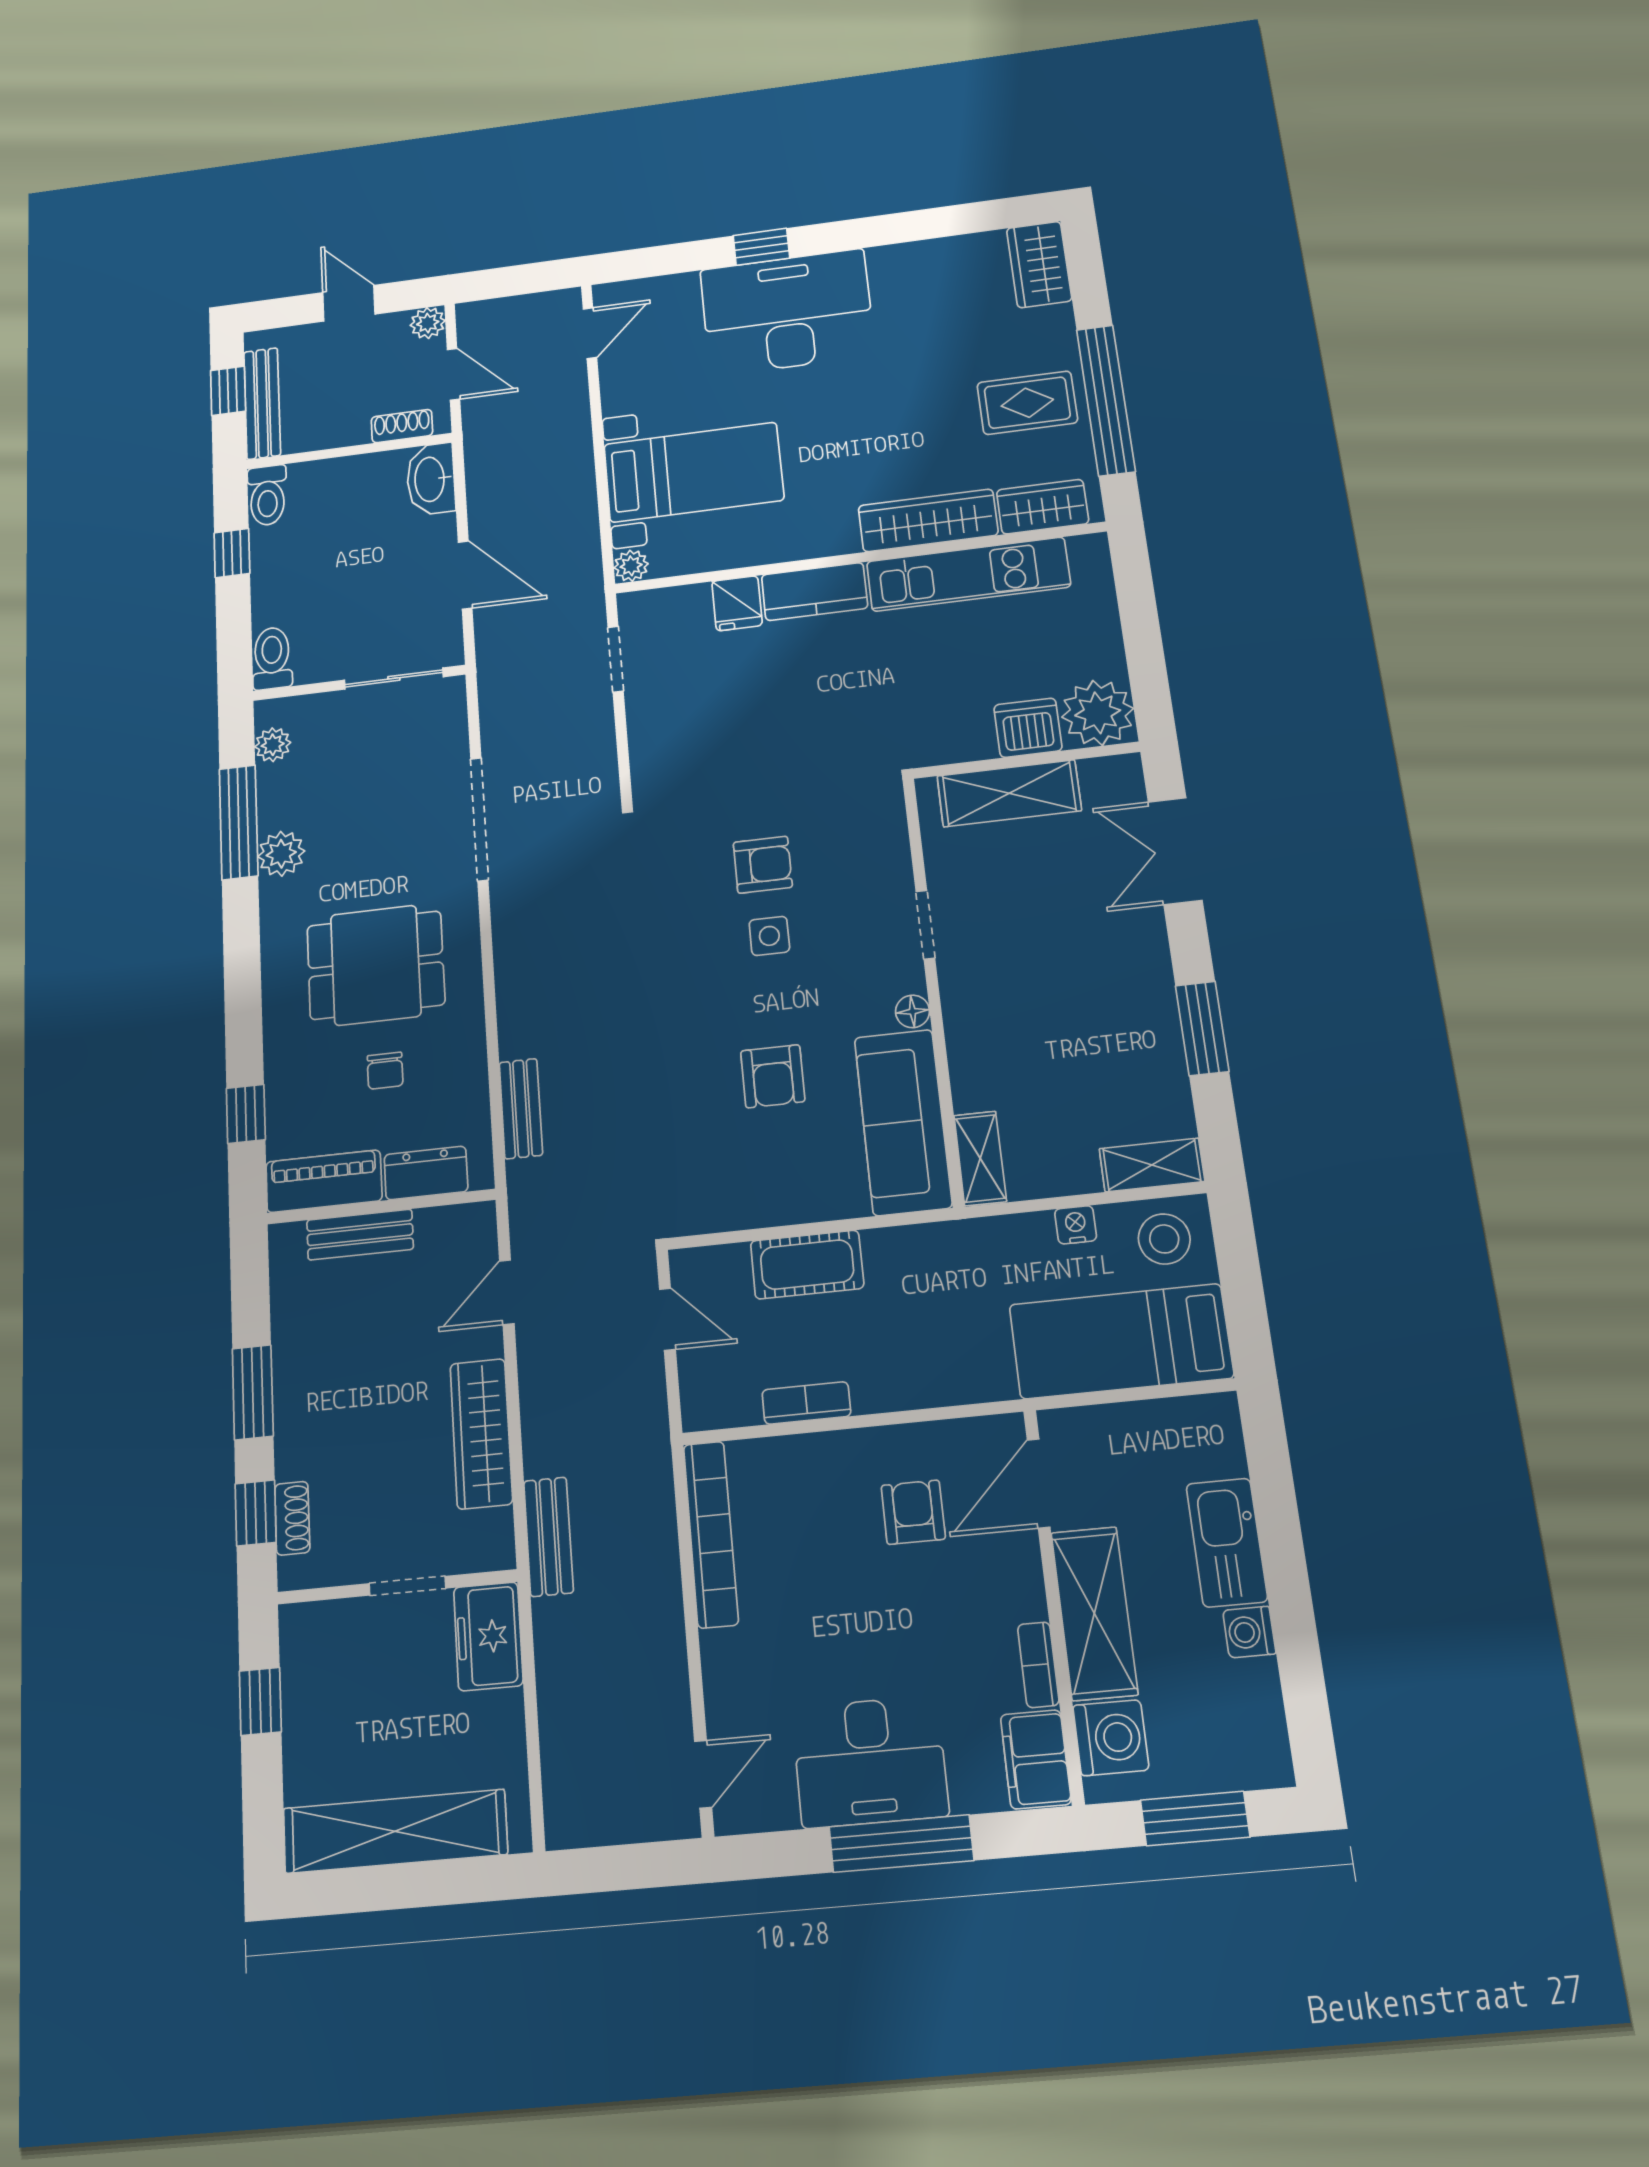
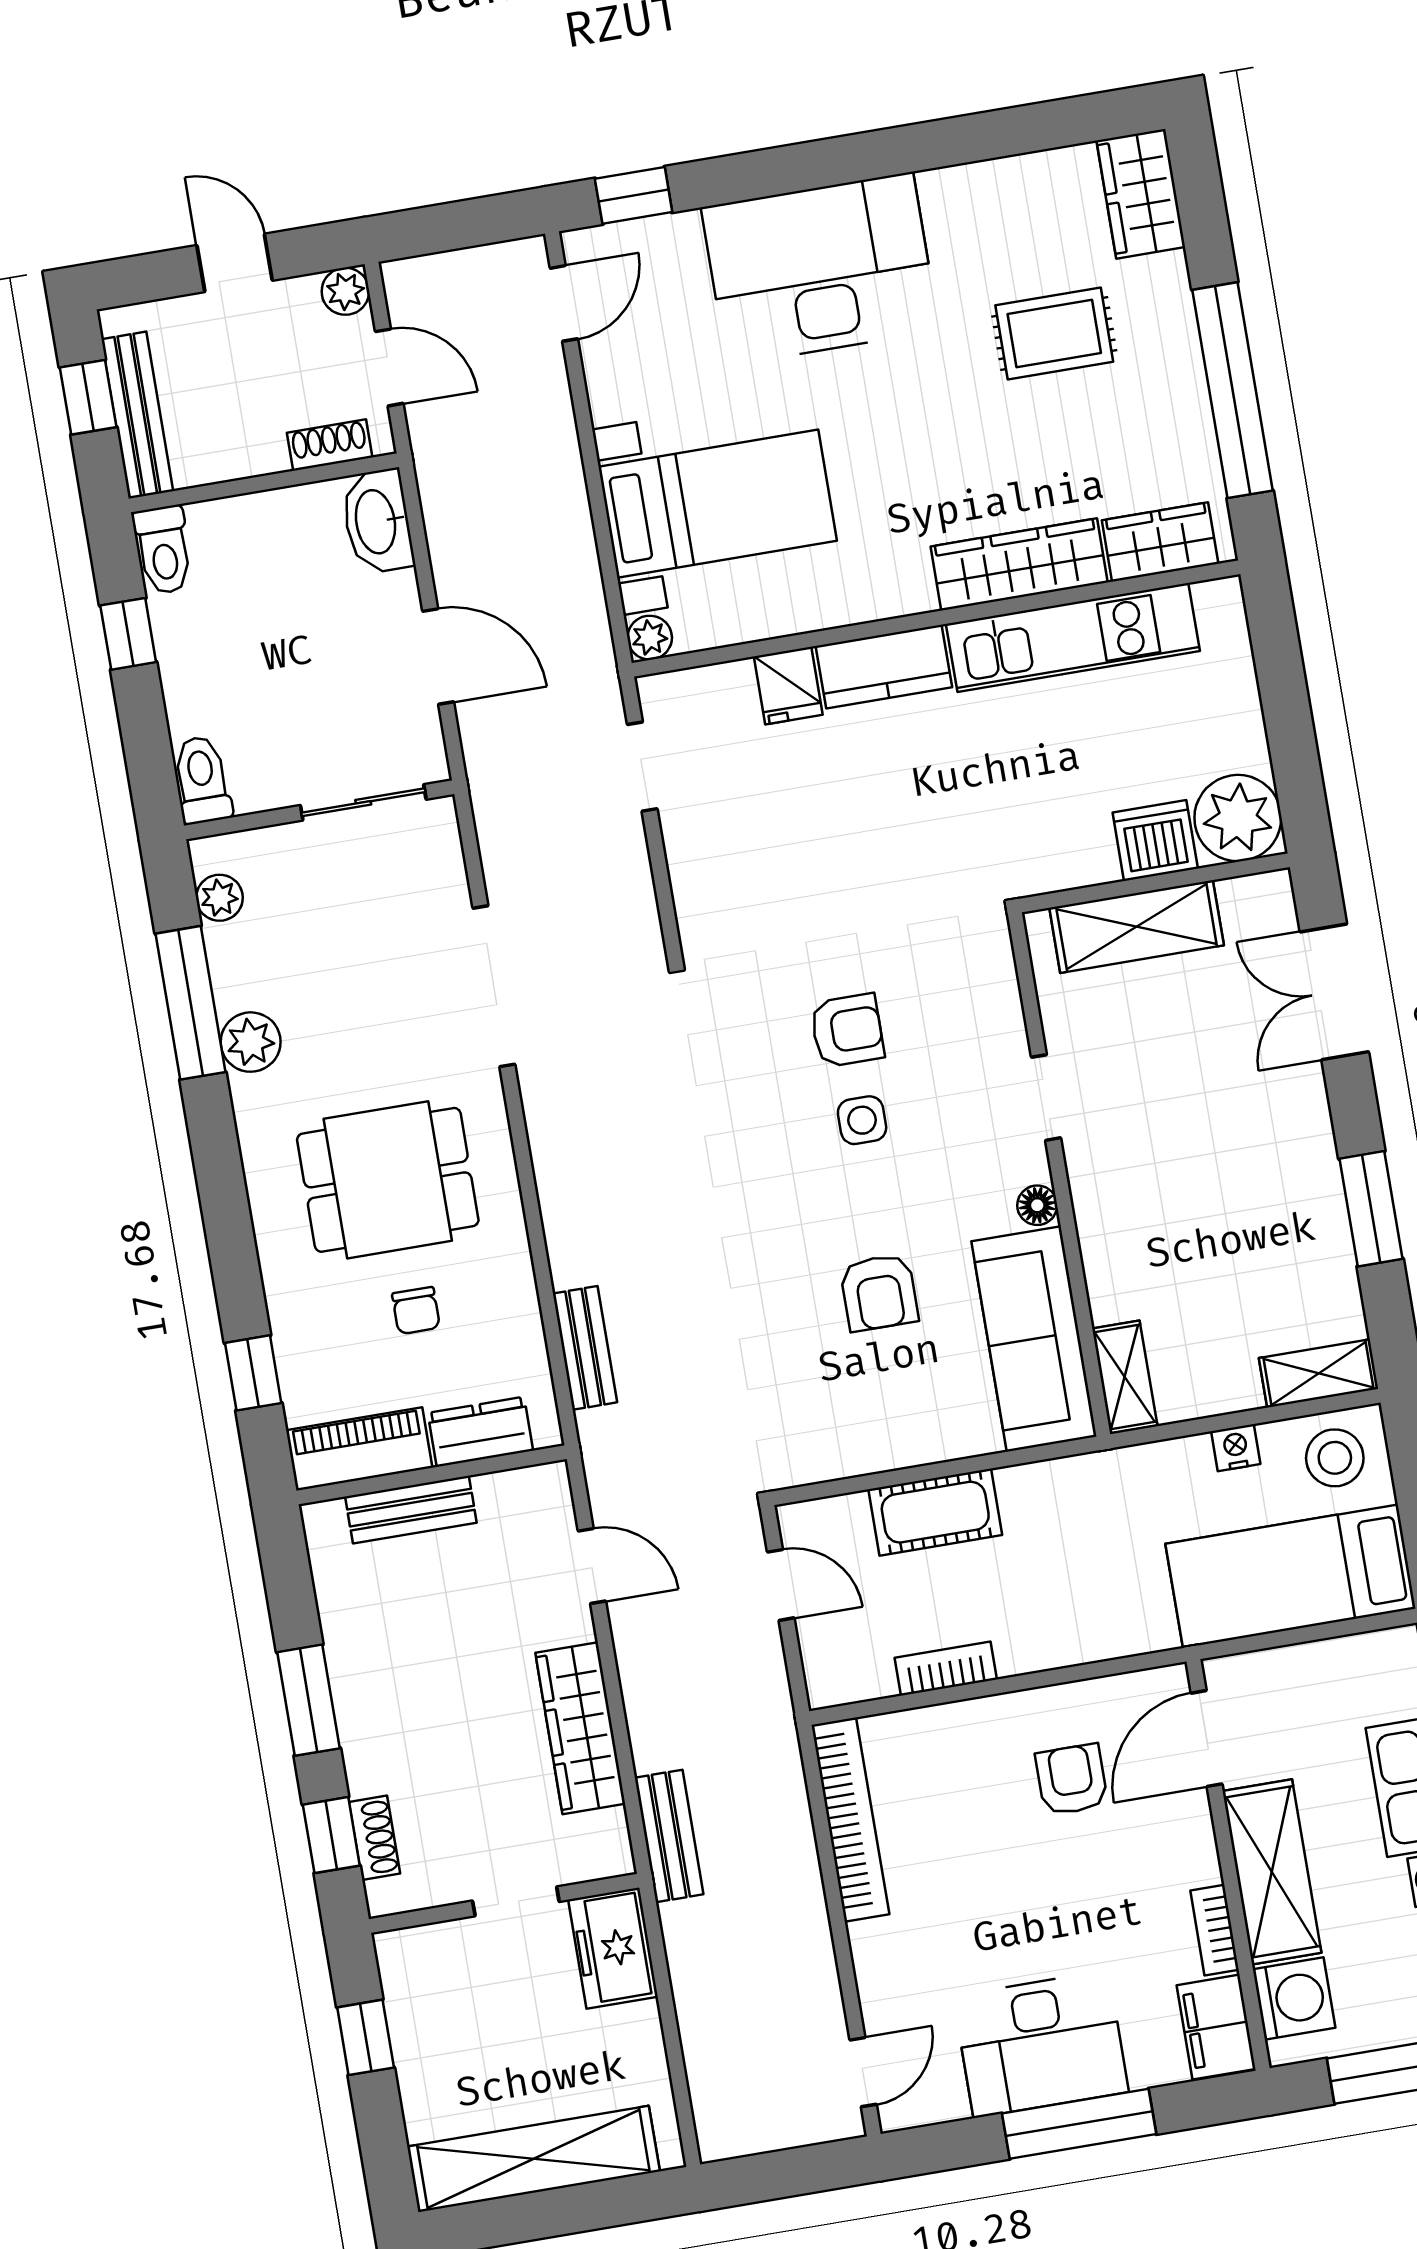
window: (761, 247) -> (634, 195), moved
rug: (1027, 403) -> (1054, 334), moved
door: (507, 1292) -> (592, 1566), swing flipped

